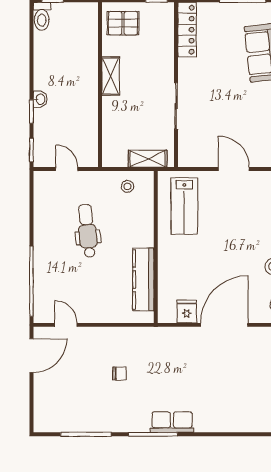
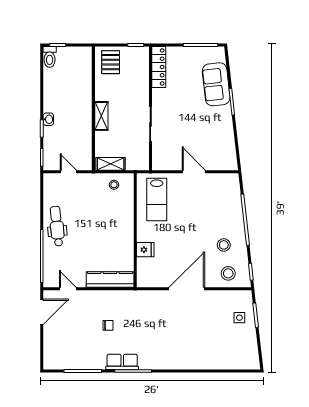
pallet: (123, 23) -> (111, 62), turned 90
shelving: (111, 76) -> (101, 116), moved
shelving: (148, 159) -> (111, 164), moved
dental chair: (87, 231) -> (57, 226), moved
kitchen counter: (143, 280) -> (110, 280), moved, turned 90
fridge: (187, 312) -> (145, 250), moved, turned 90
row of seats: (172, 422) -> (122, 362), moved

